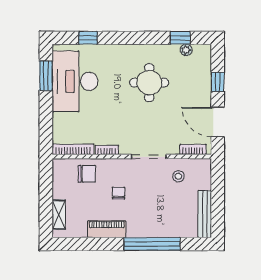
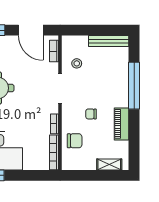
door: (218, 122) -> (31, 30), hinge flipped
chair: (87, 174) -> (75, 141), turned 90

